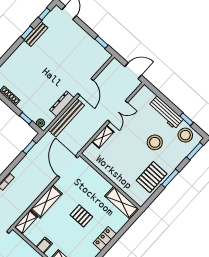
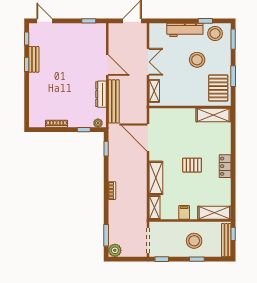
wall: (110, 181) -> (190, 107), moved
shelving: (122, 203) -> (213, 115), moved

